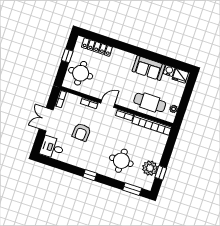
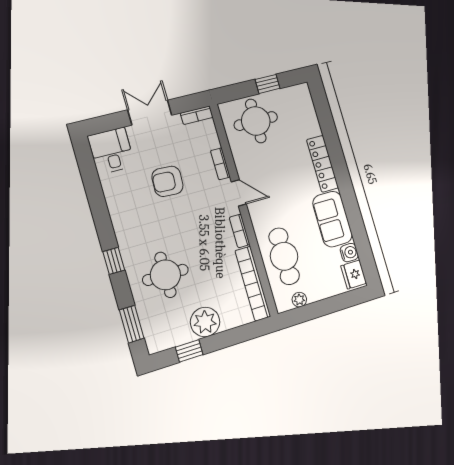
locker: (97, 47) -> (323, 164), moved
plant: (150, 168) -> (205, 322), moved
window: (90, 175) -> (114, 261), moved

